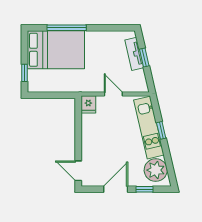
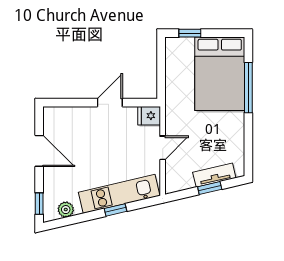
plant: (156, 170) -> (66, 210), width x0.53, depth x0.53
door: (78, 171) -> (110, 103), moved
window: (145, 189) -> (39, 204), moved

